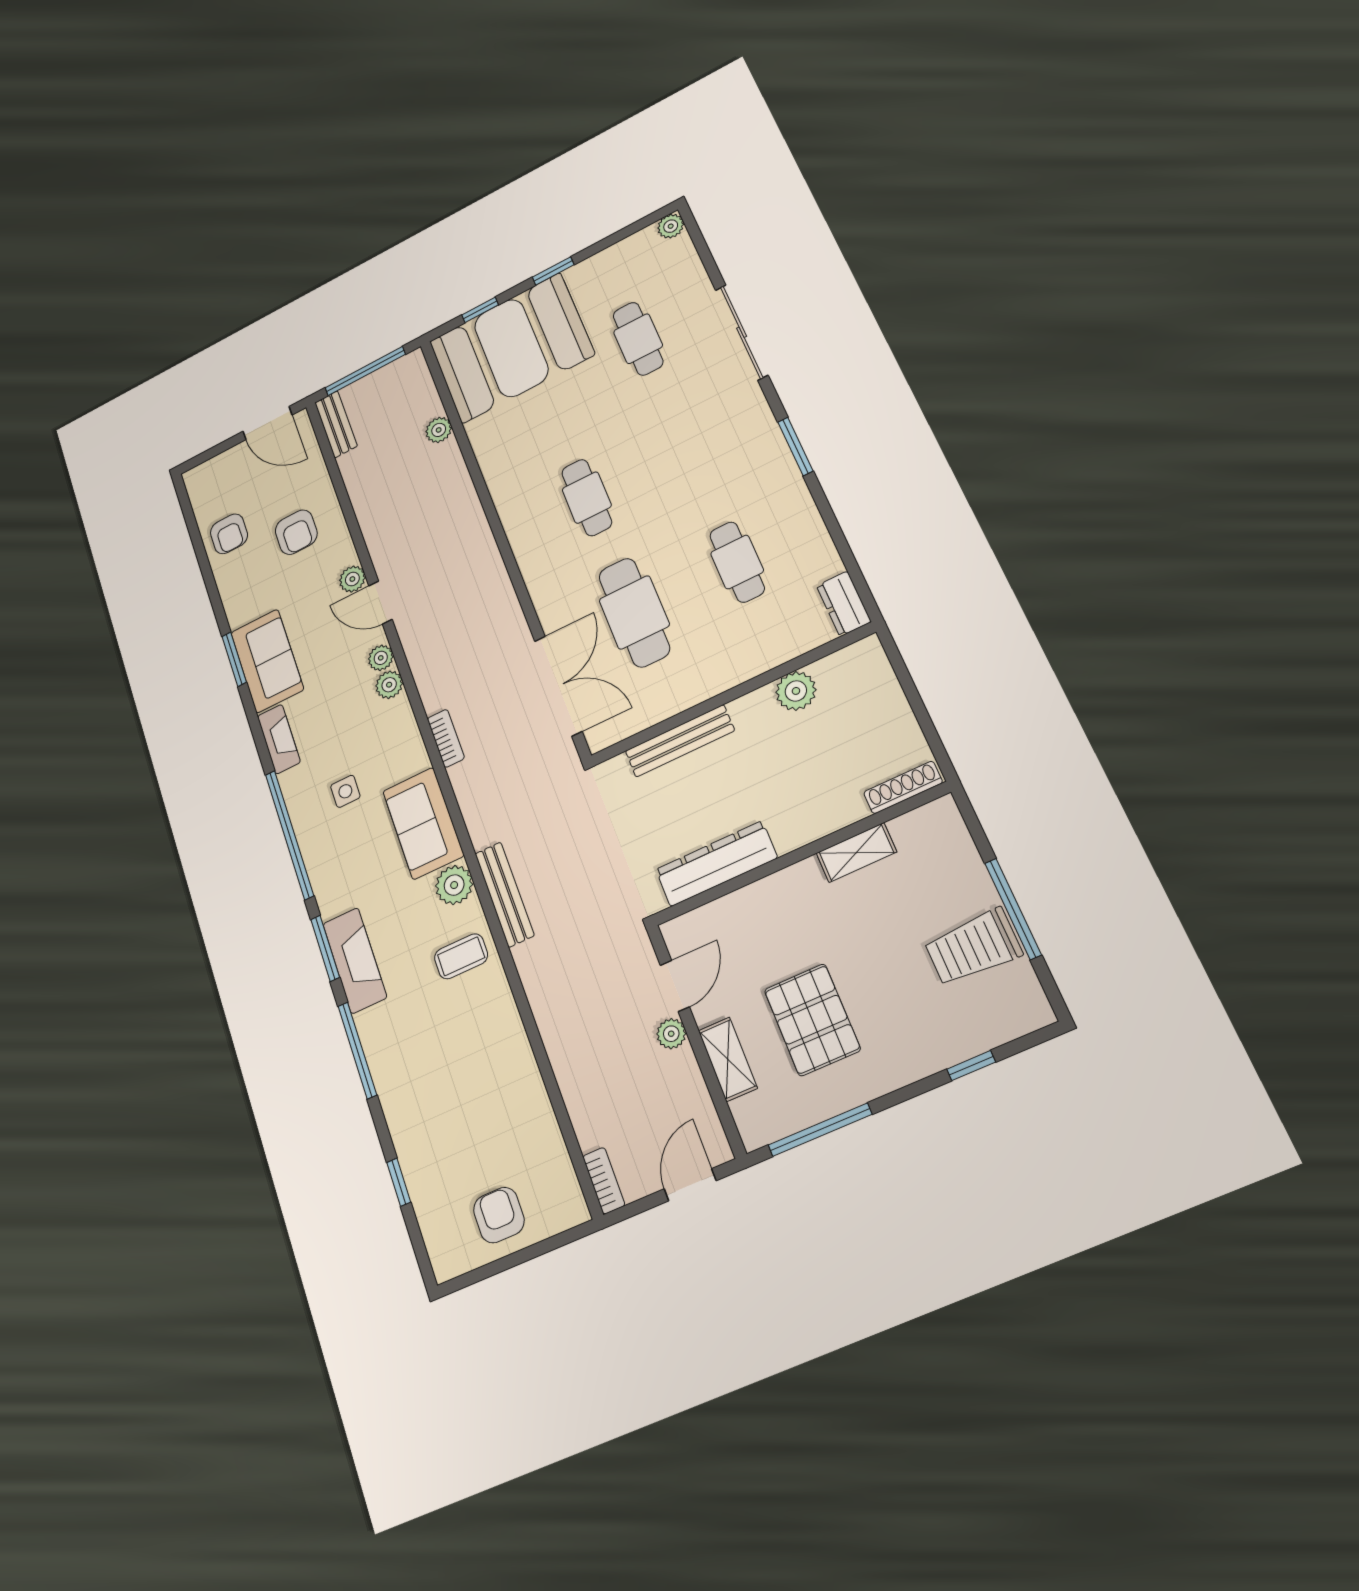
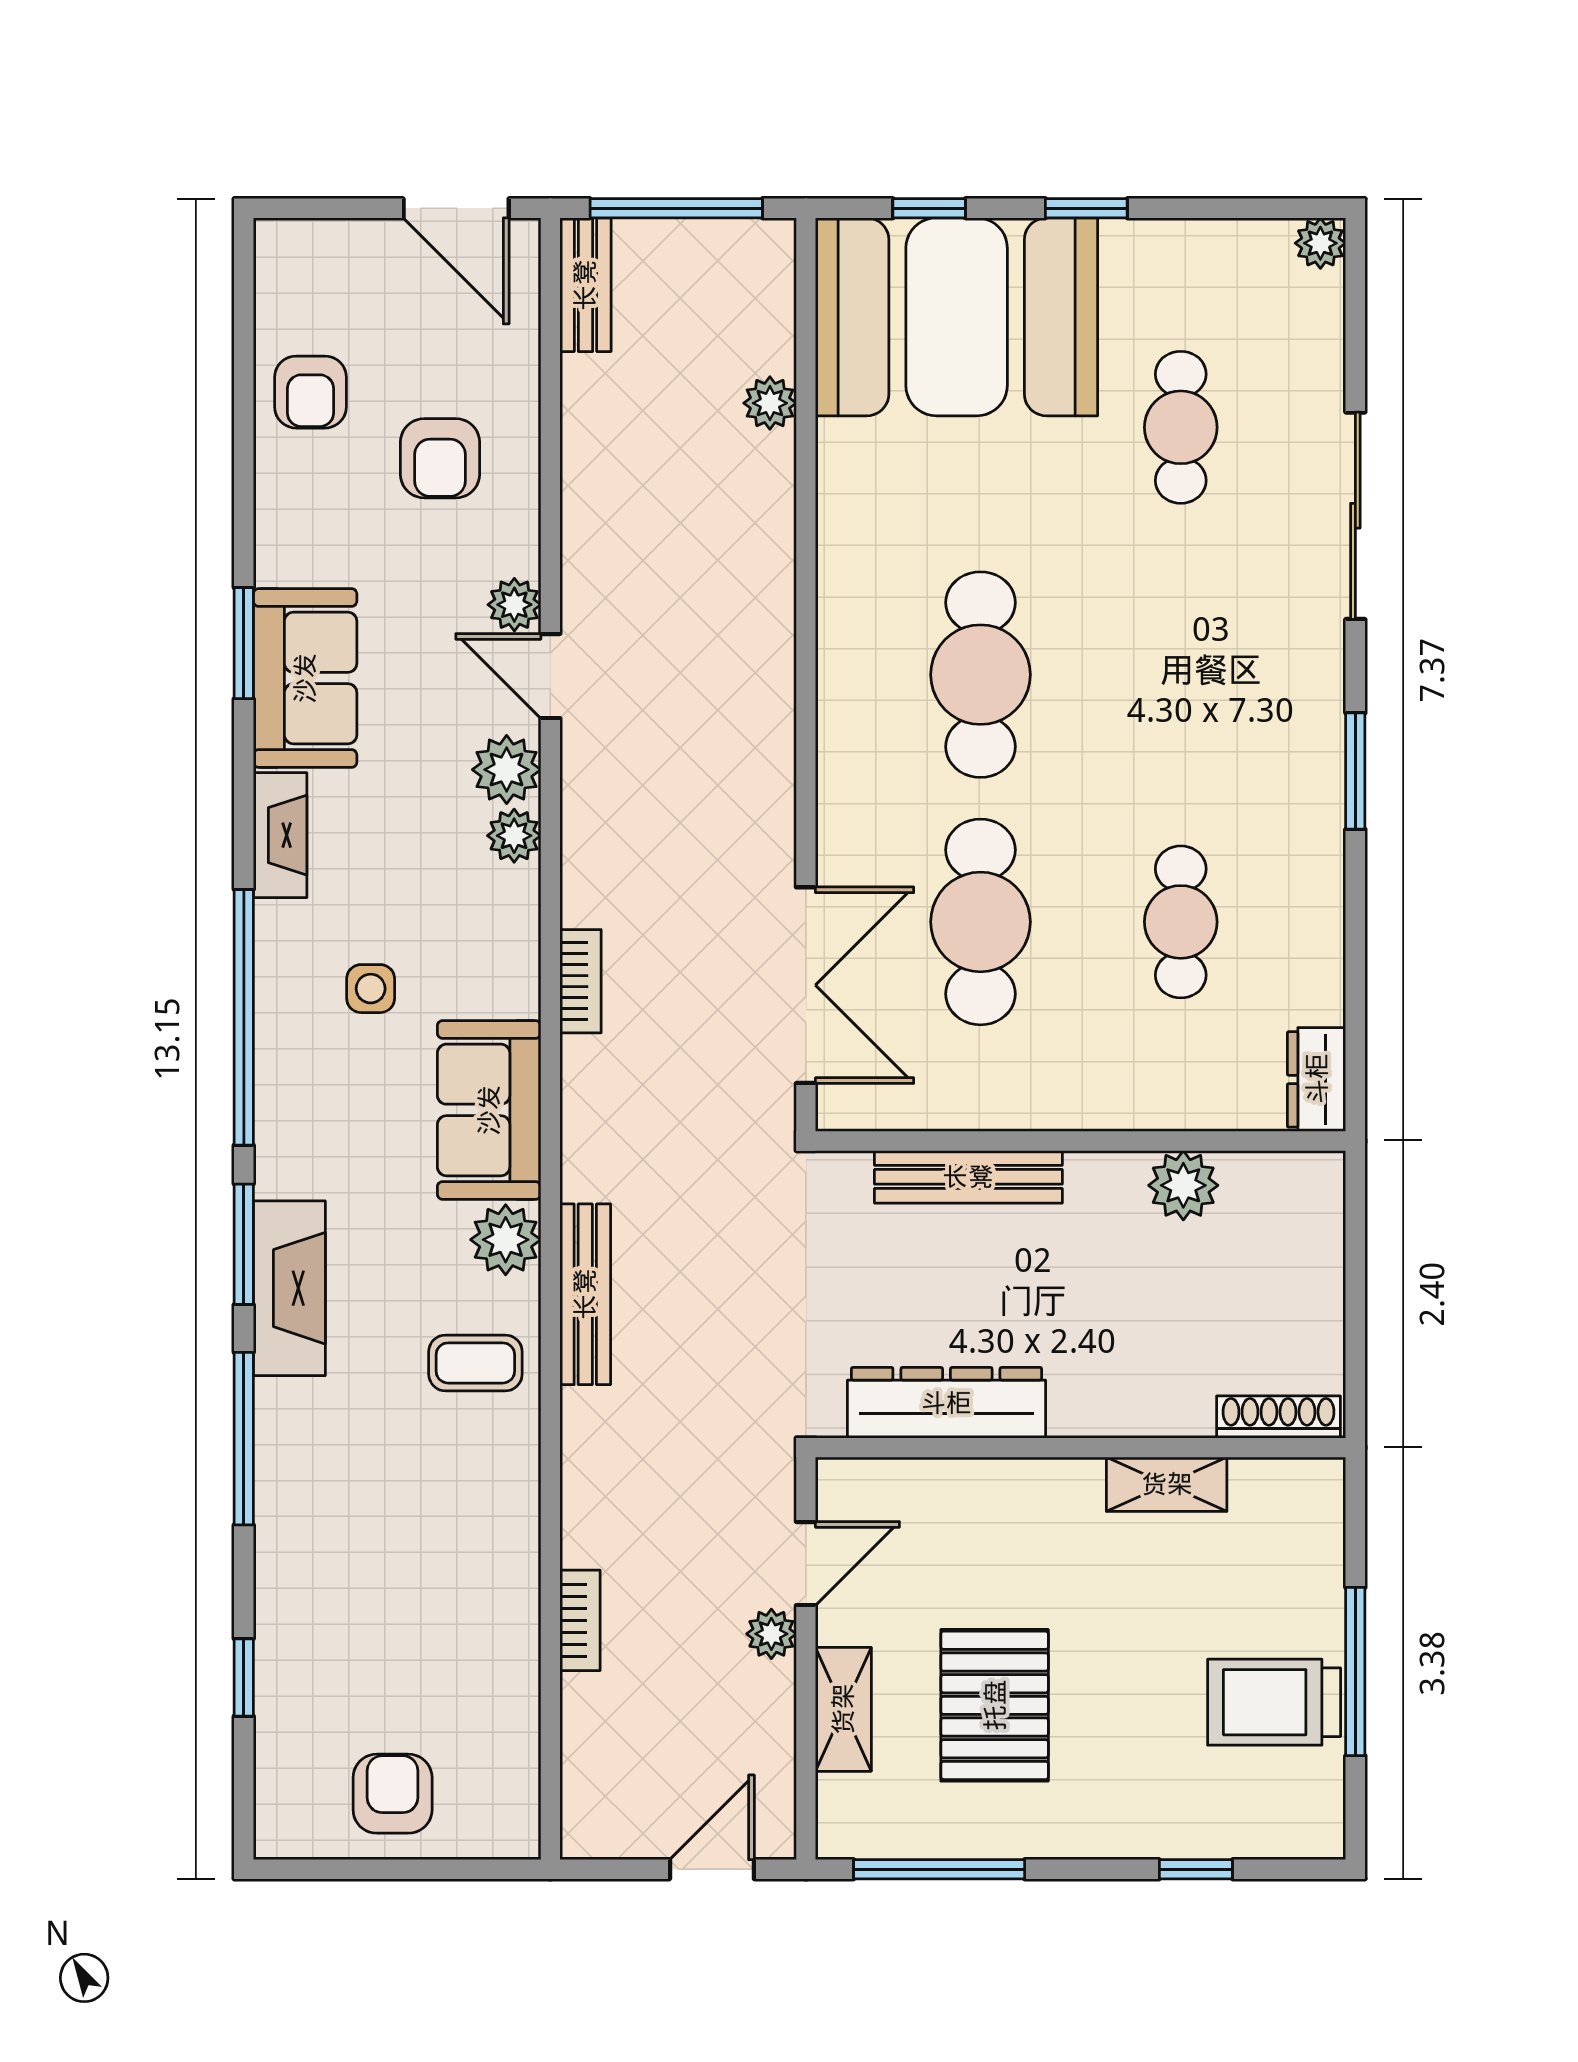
cafe table: (587, 498) -> (980, 675), width x1.37, depth x1.35
plant: (381, 658) -> (507, 770), width x1.38, depth x1.38
bookcase: (604, 1181) -> (580, 1620), moved

